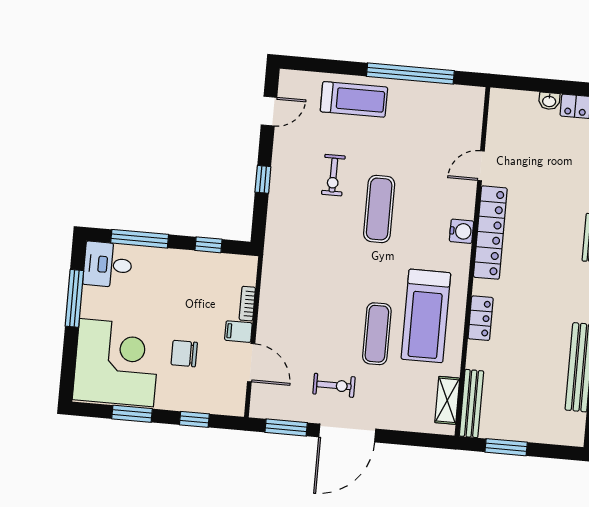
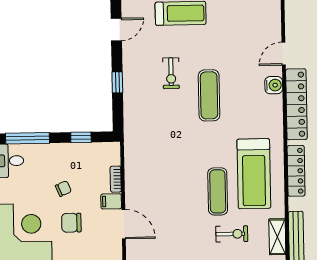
water cooler: (461, 231) -> (274, 85), moved
chair: (179, 308) -> (63, 189), added
locker: (481, 318) -> (296, 171), width x1.53
exercise bike: (334, 385) -> (232, 234), moved

